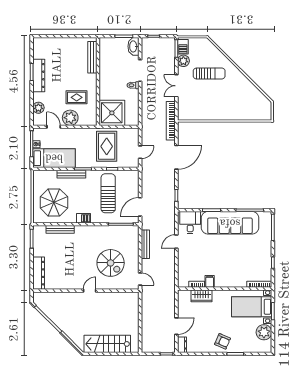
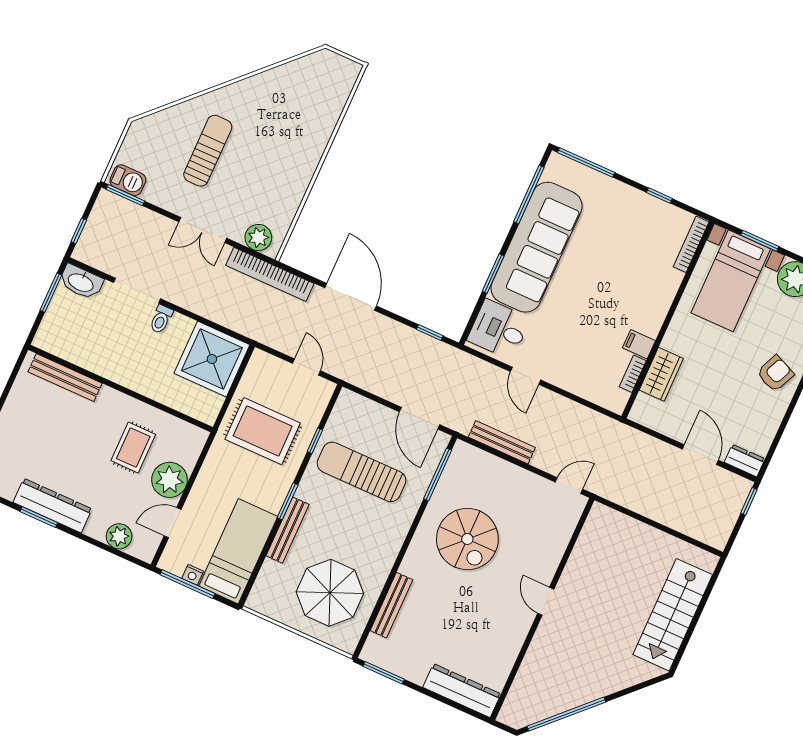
plant: (183, 61) -> (258, 238), moved
shower: (112, 113) -> (212, 359), moved
barbecue: (84, 218) -> (390, 546), removed
spiral stairs: (111, 263) -> (467, 539), moved, turned 90

